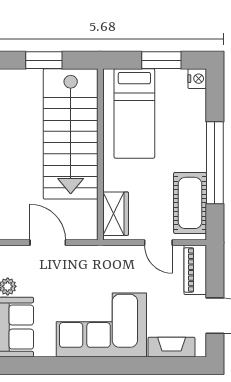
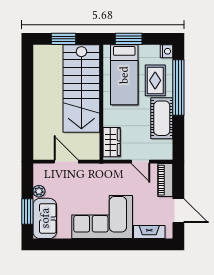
window: (161, 60) -> (129, 39), moved
rug: (180, 122) -> (155, 80), added
window: (215, 163) -> (178, 88), moved
cot: (190, 203) -> (162, 118), moved

